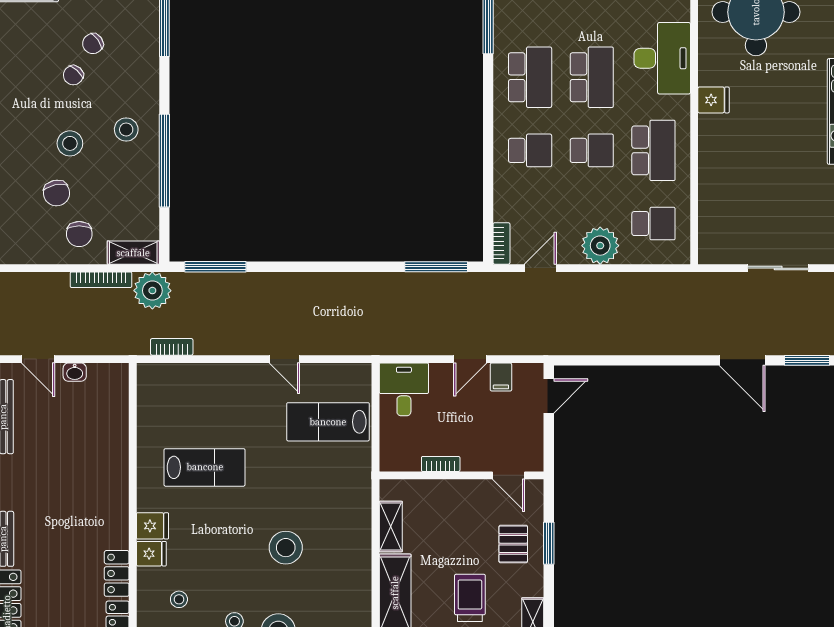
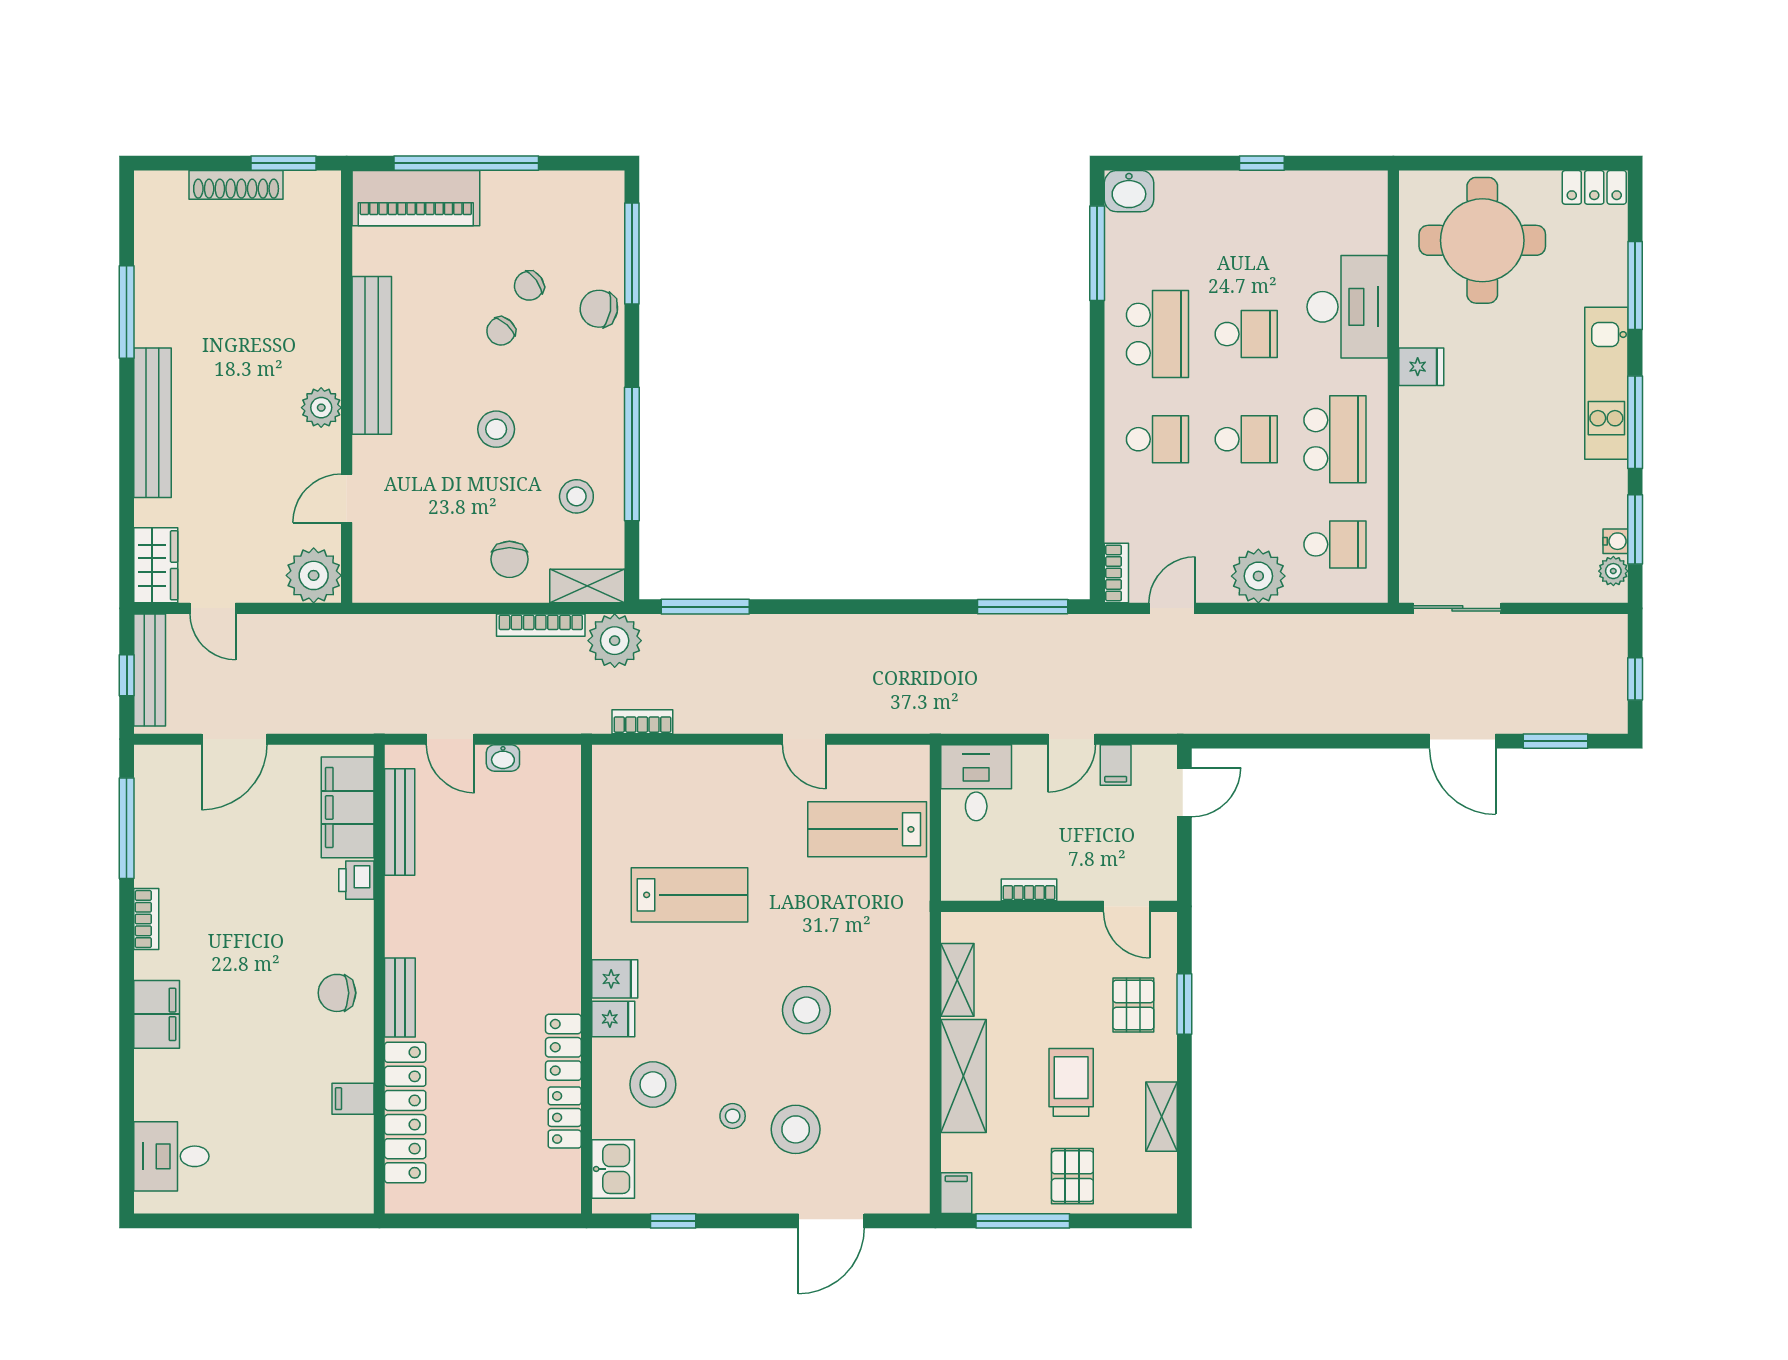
school desk: (592, 77) -> (1246, 334), width x0.54
stool: (126, 129) -> (576, 496), moved
chair: (57, 193) -> (599, 309), moved, turned 112
sliding door: (778, 268) -> (1457, 608), moved
stool: (179, 599) -> (653, 1085), width x1.89, depth x1.89

